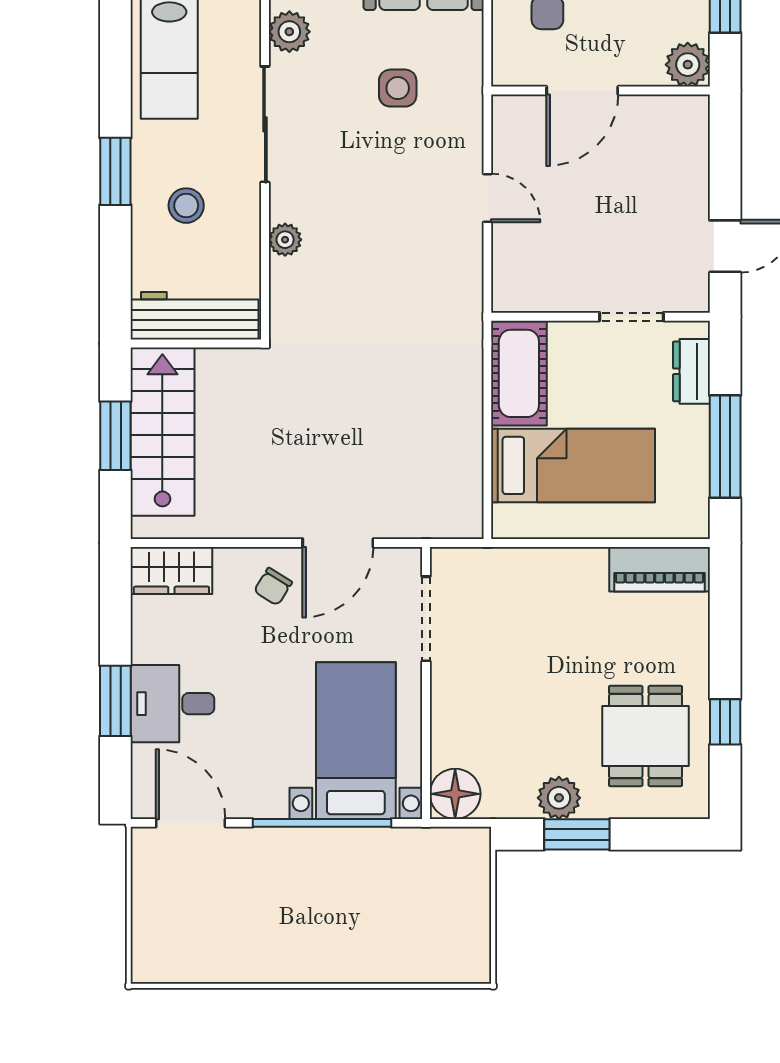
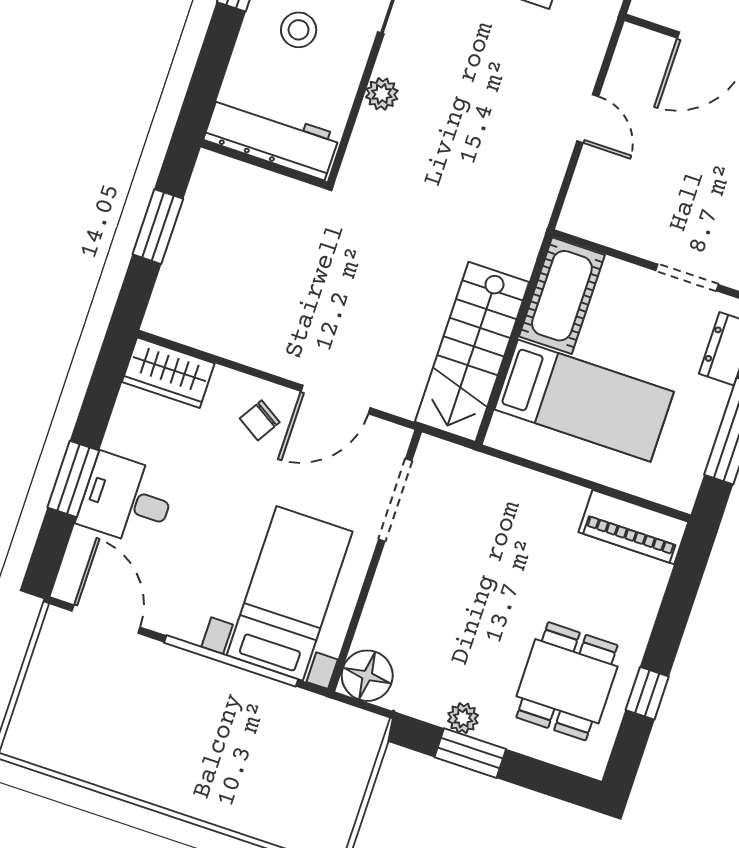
stairs: (162, 432) -> (472, 352), moved, turned 180
plant: (559, 798) -> (463, 718), width x0.73, depth x0.73

